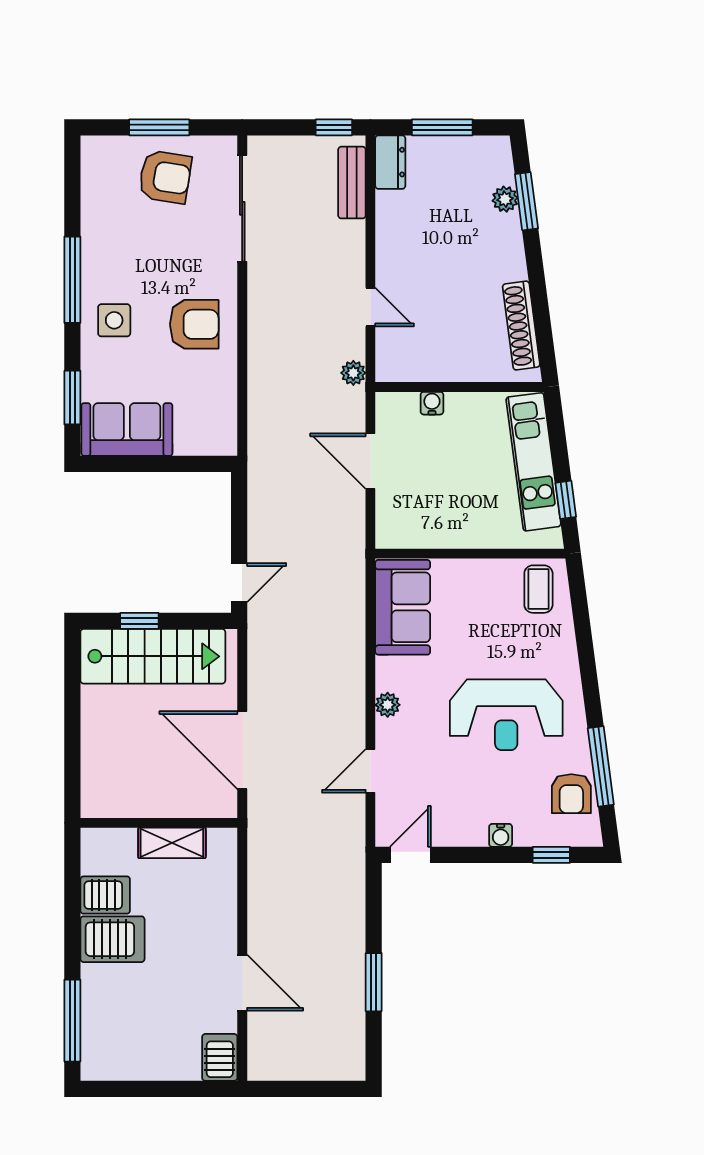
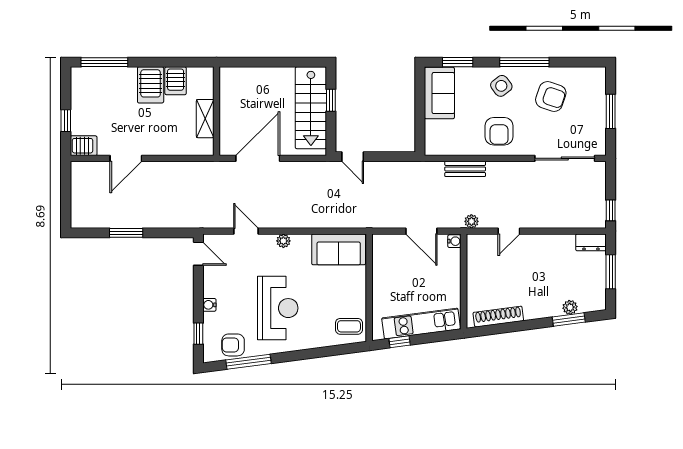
armchair: (165, 177) -> (551, 96), moved, turned -80
bench: (352, 183) -> (465, 169), moved
side table: (114, 320) -> (501, 86), turned -37
water cooler: (432, 403) -> (454, 241), moved
door: (370, 461) -> (421, 231), swing flipped
reception desk: (506, 715) -> (278, 308), turned 180
window: (176, 1089) -> (66, 121), added

